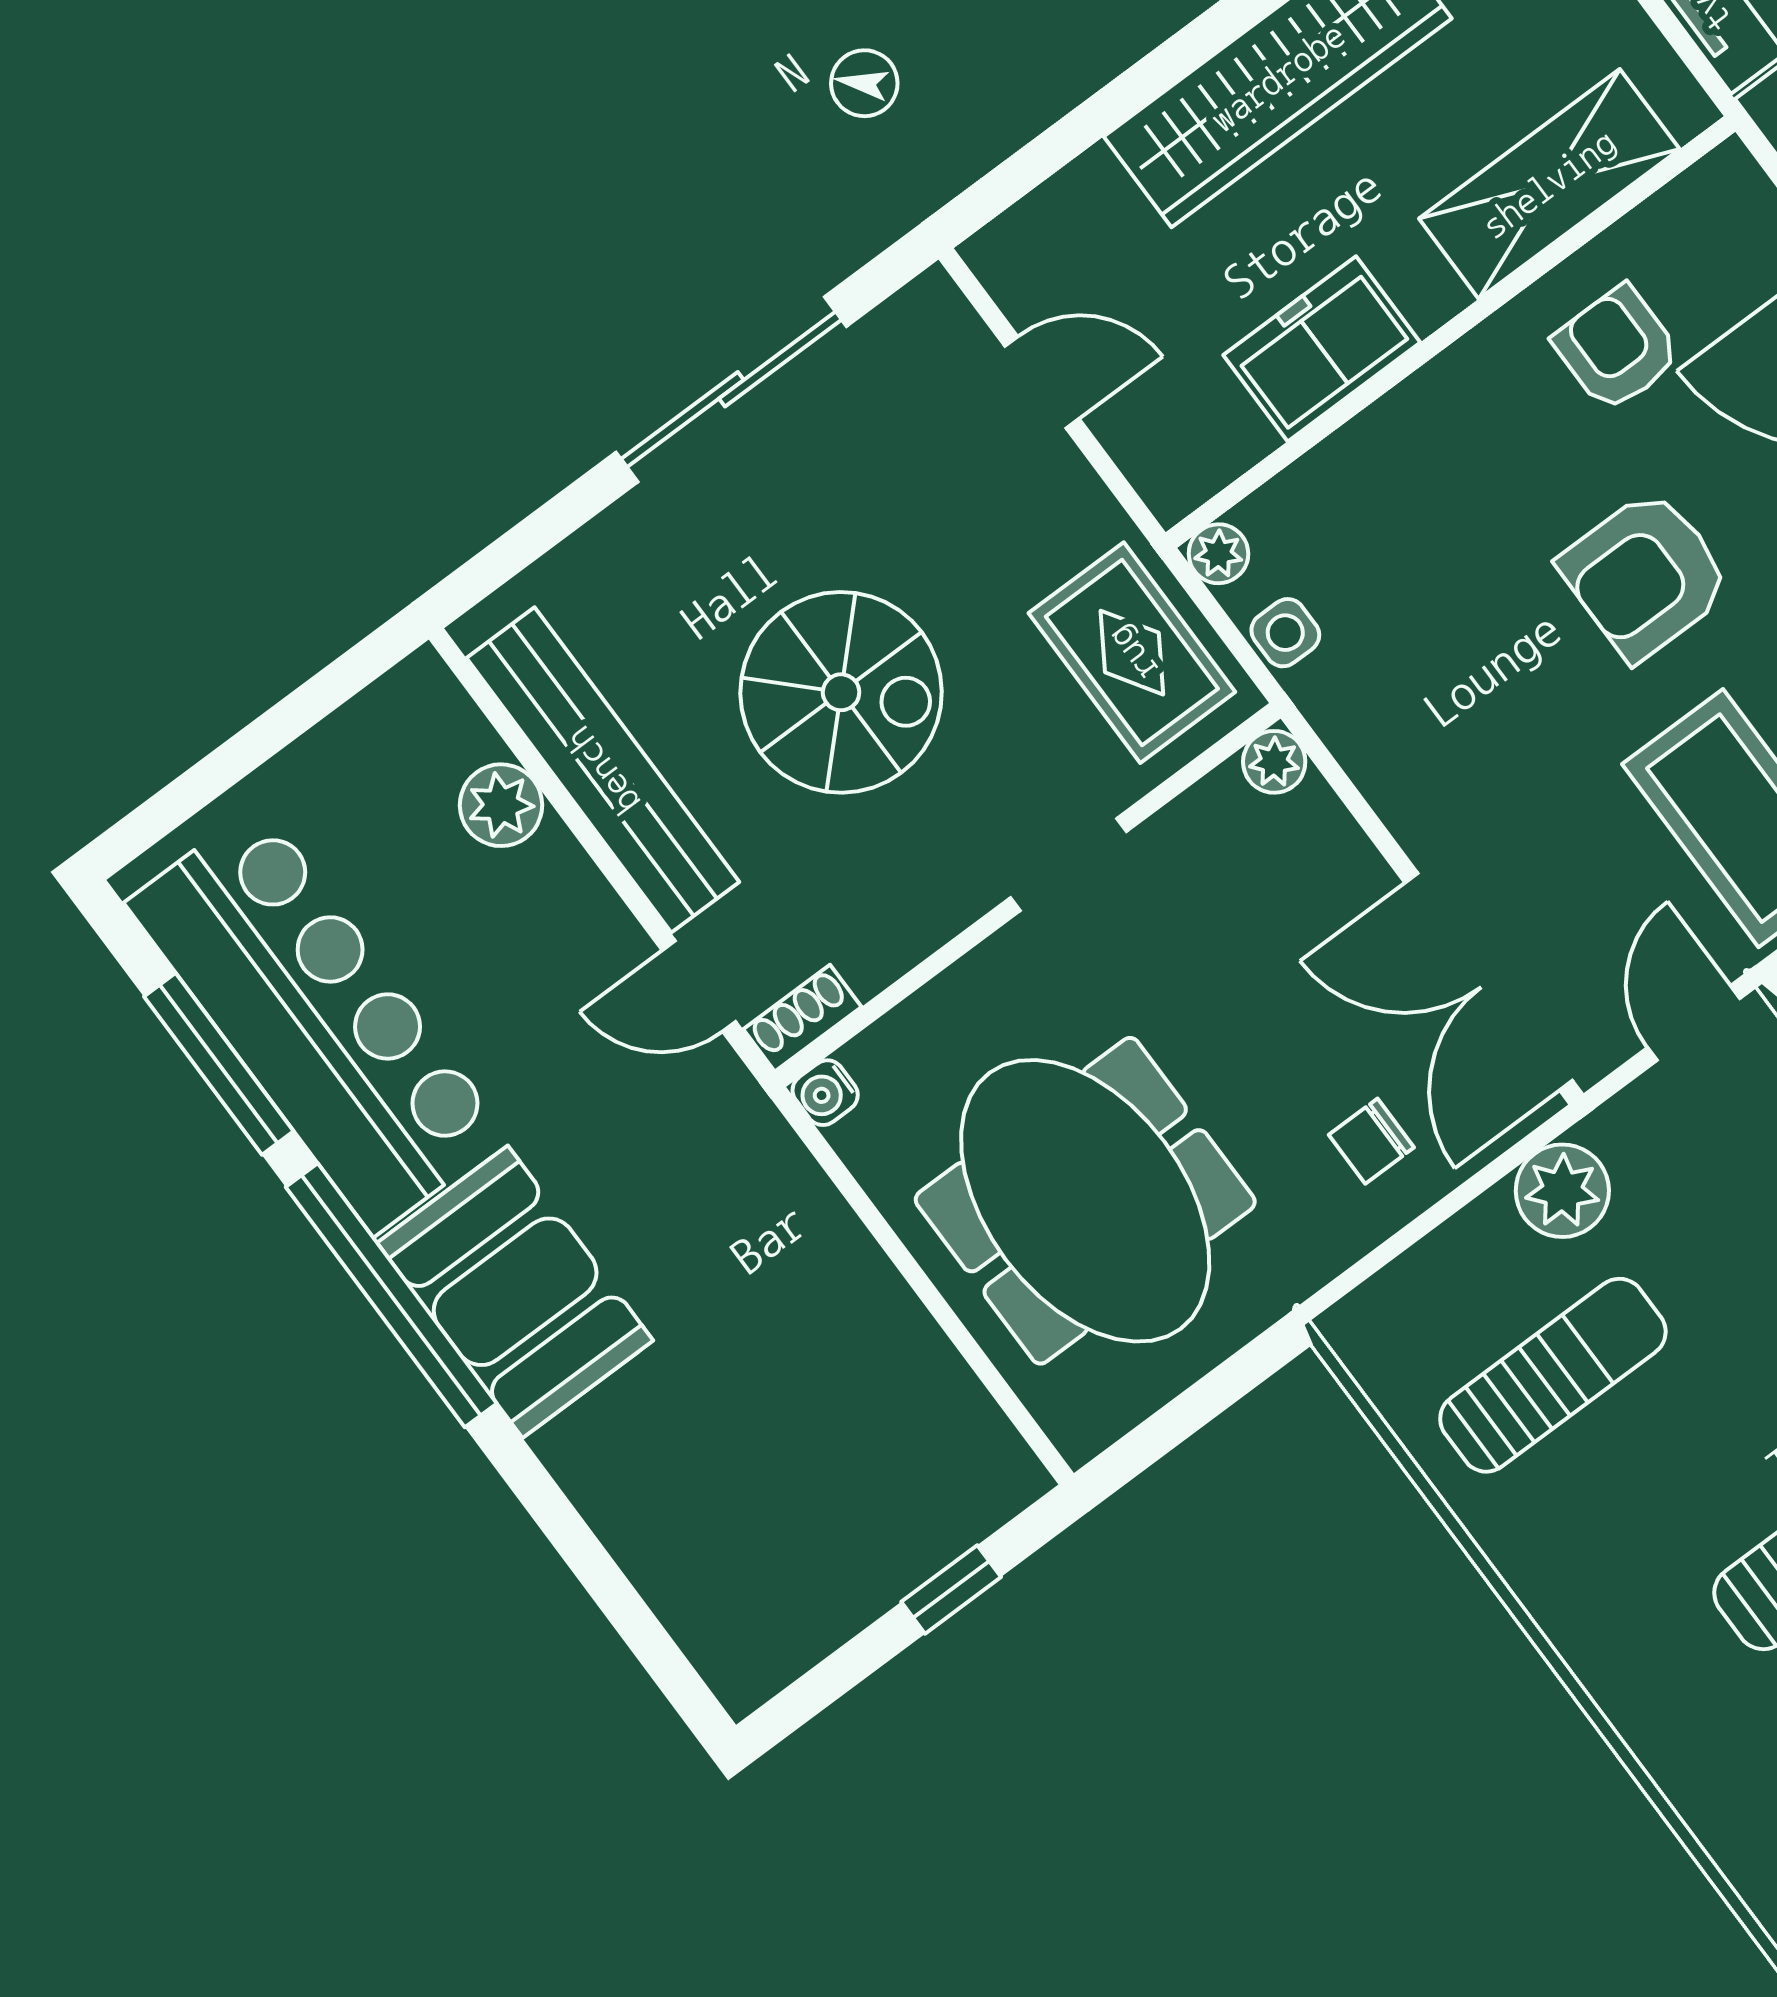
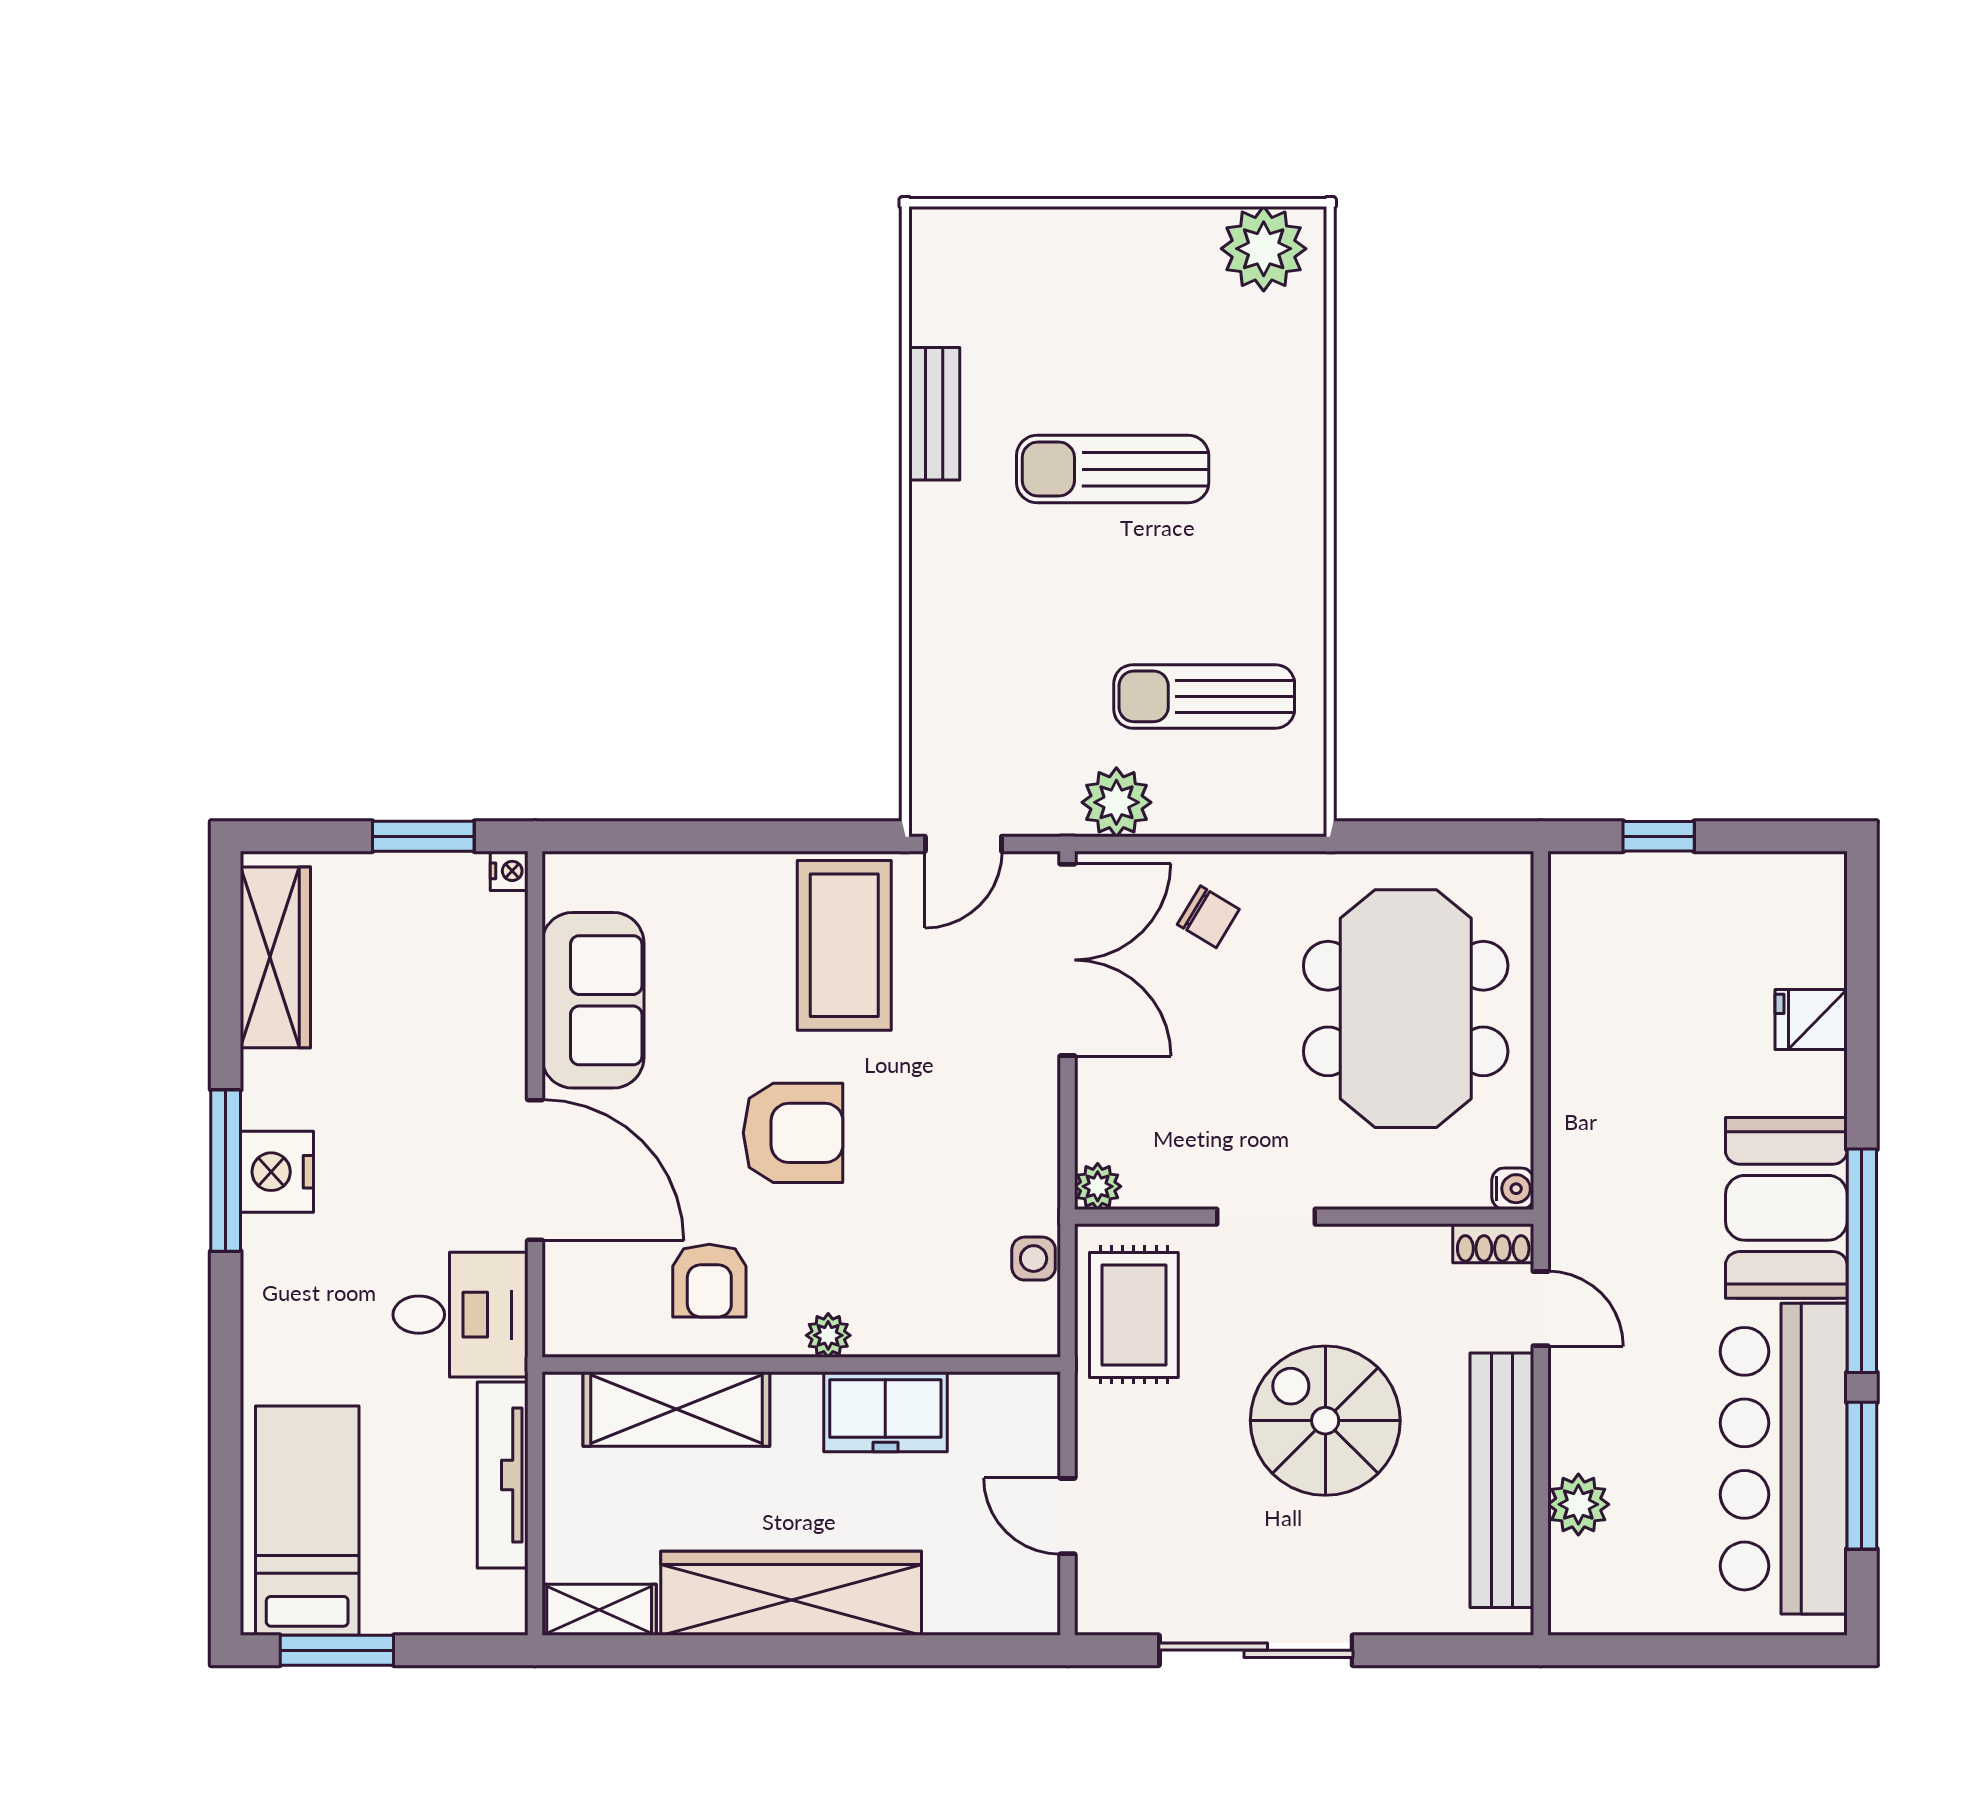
plant: (1219, 554) -> (828, 1335), moved
chair: (1371, 1141) -> (1208, 917), turned 31
fridge: (640, 1514) -> (1811, 1020), added

